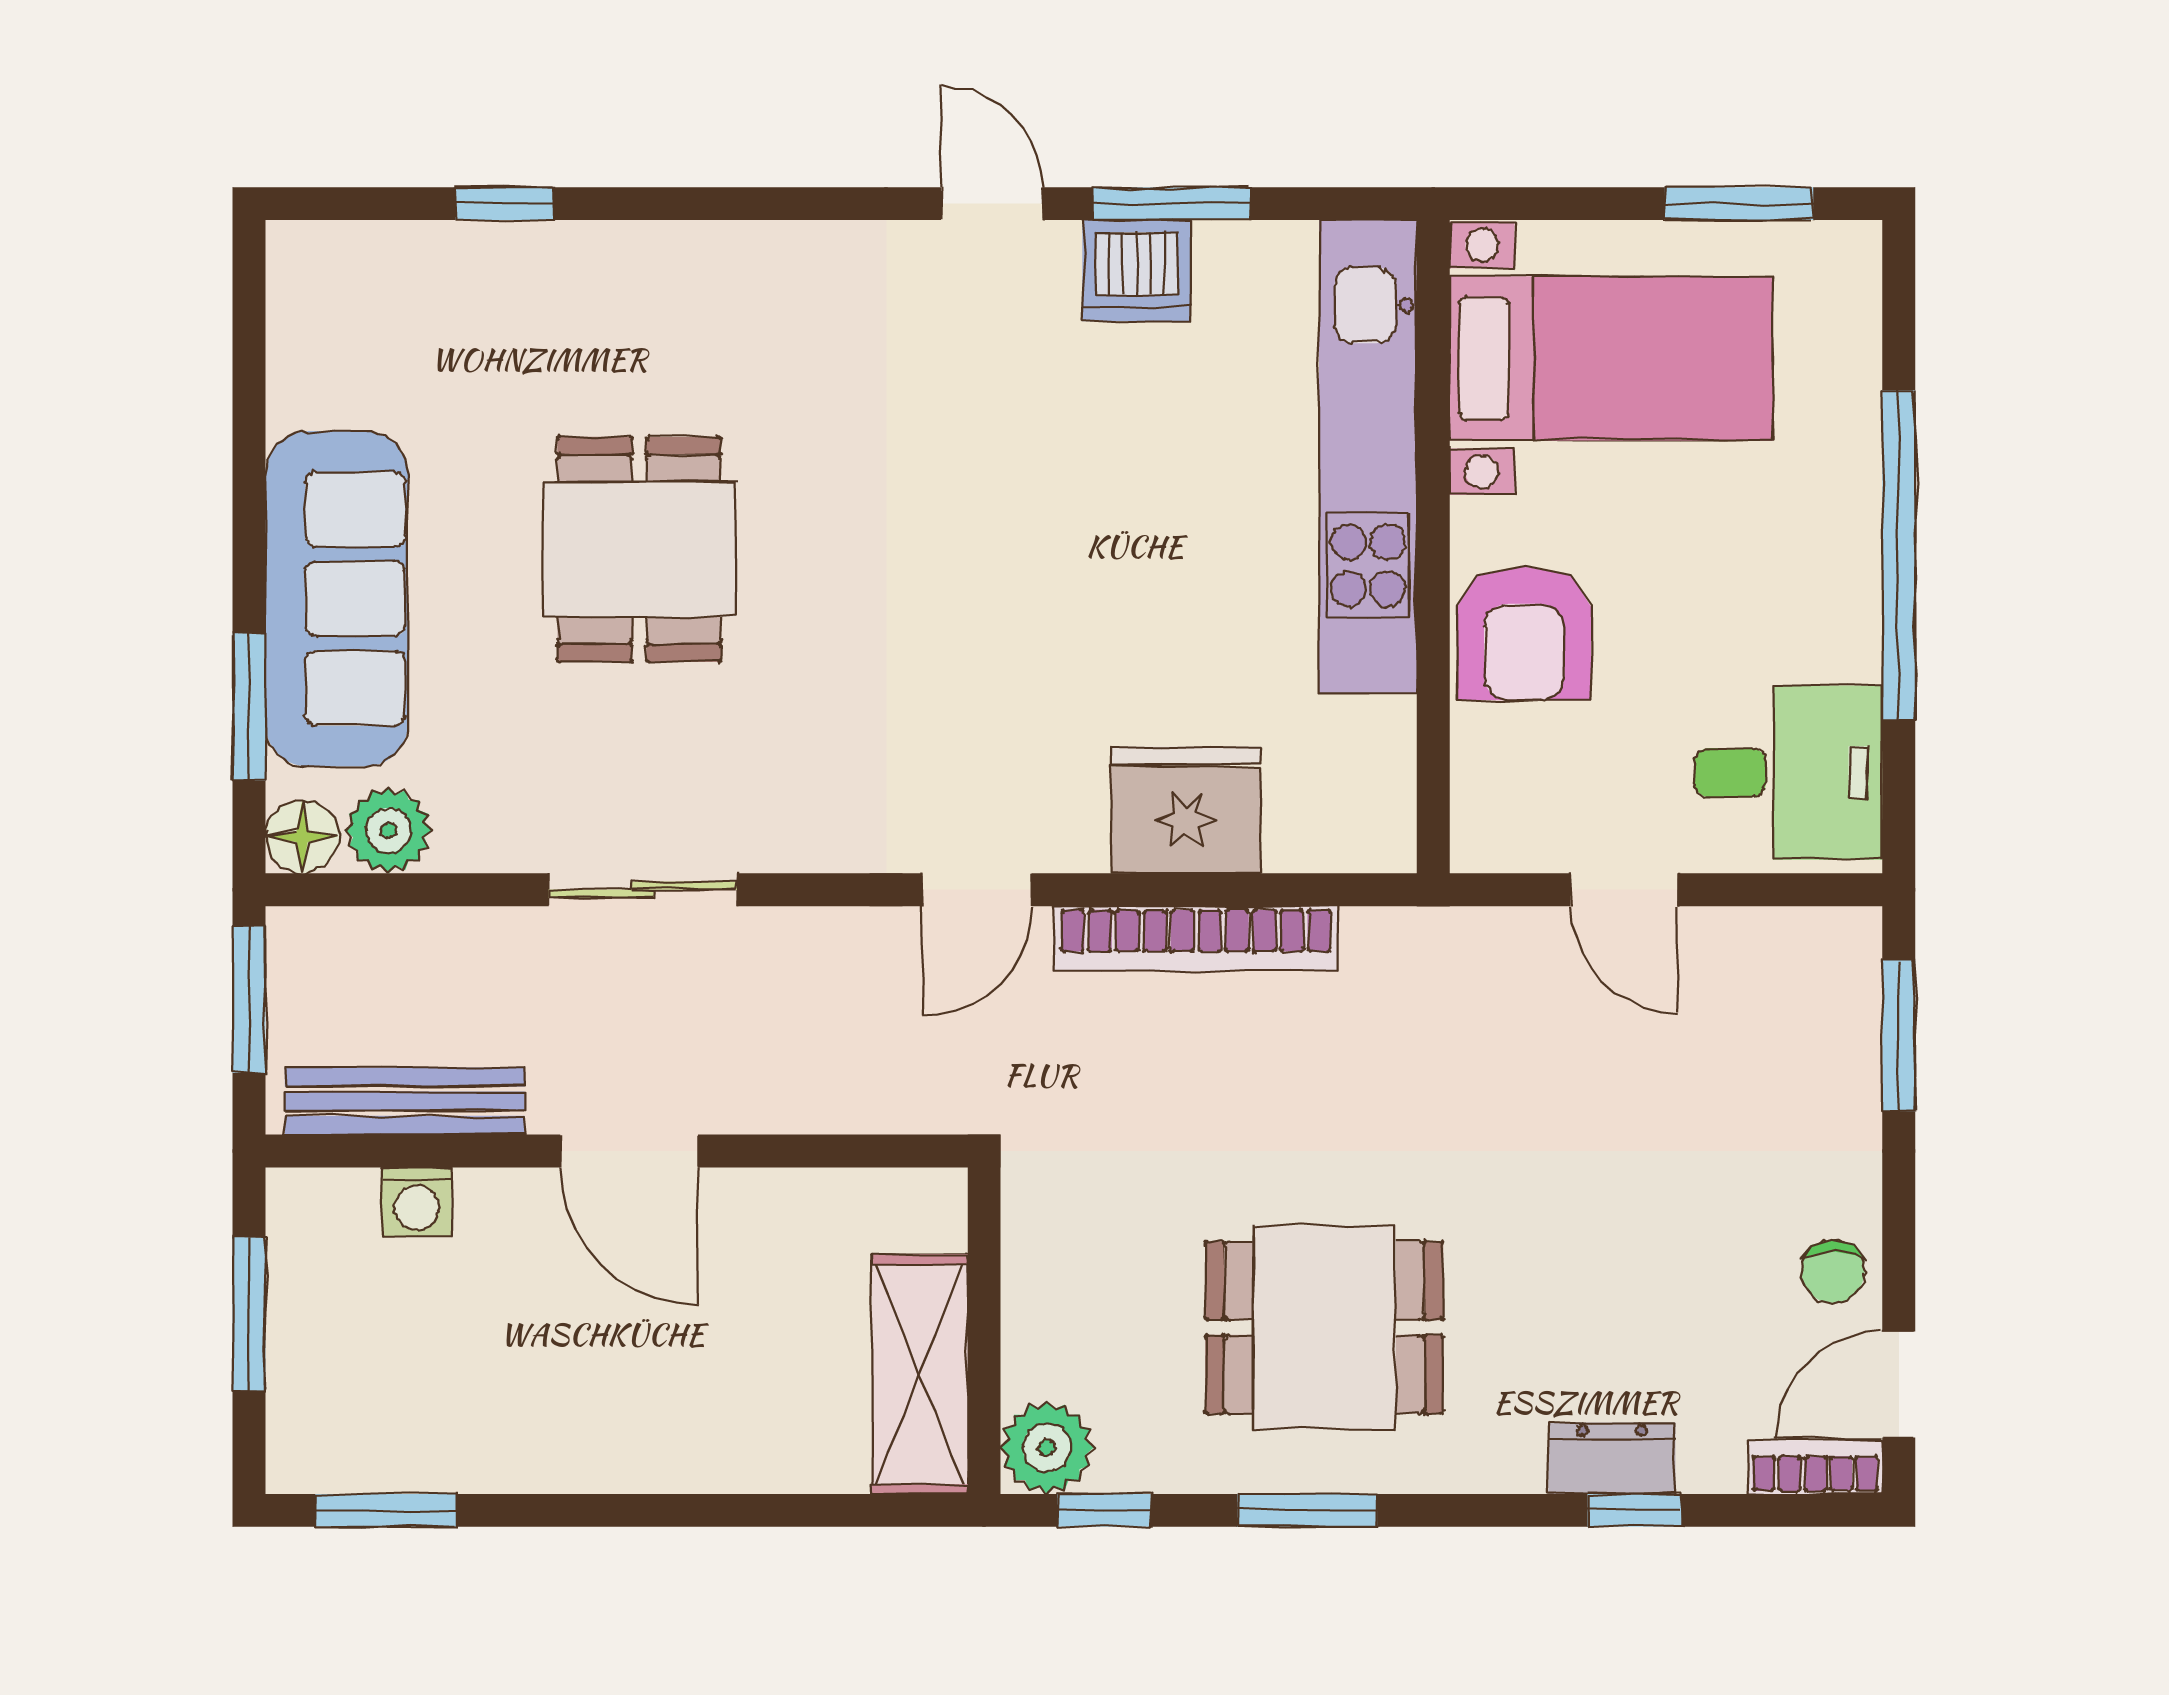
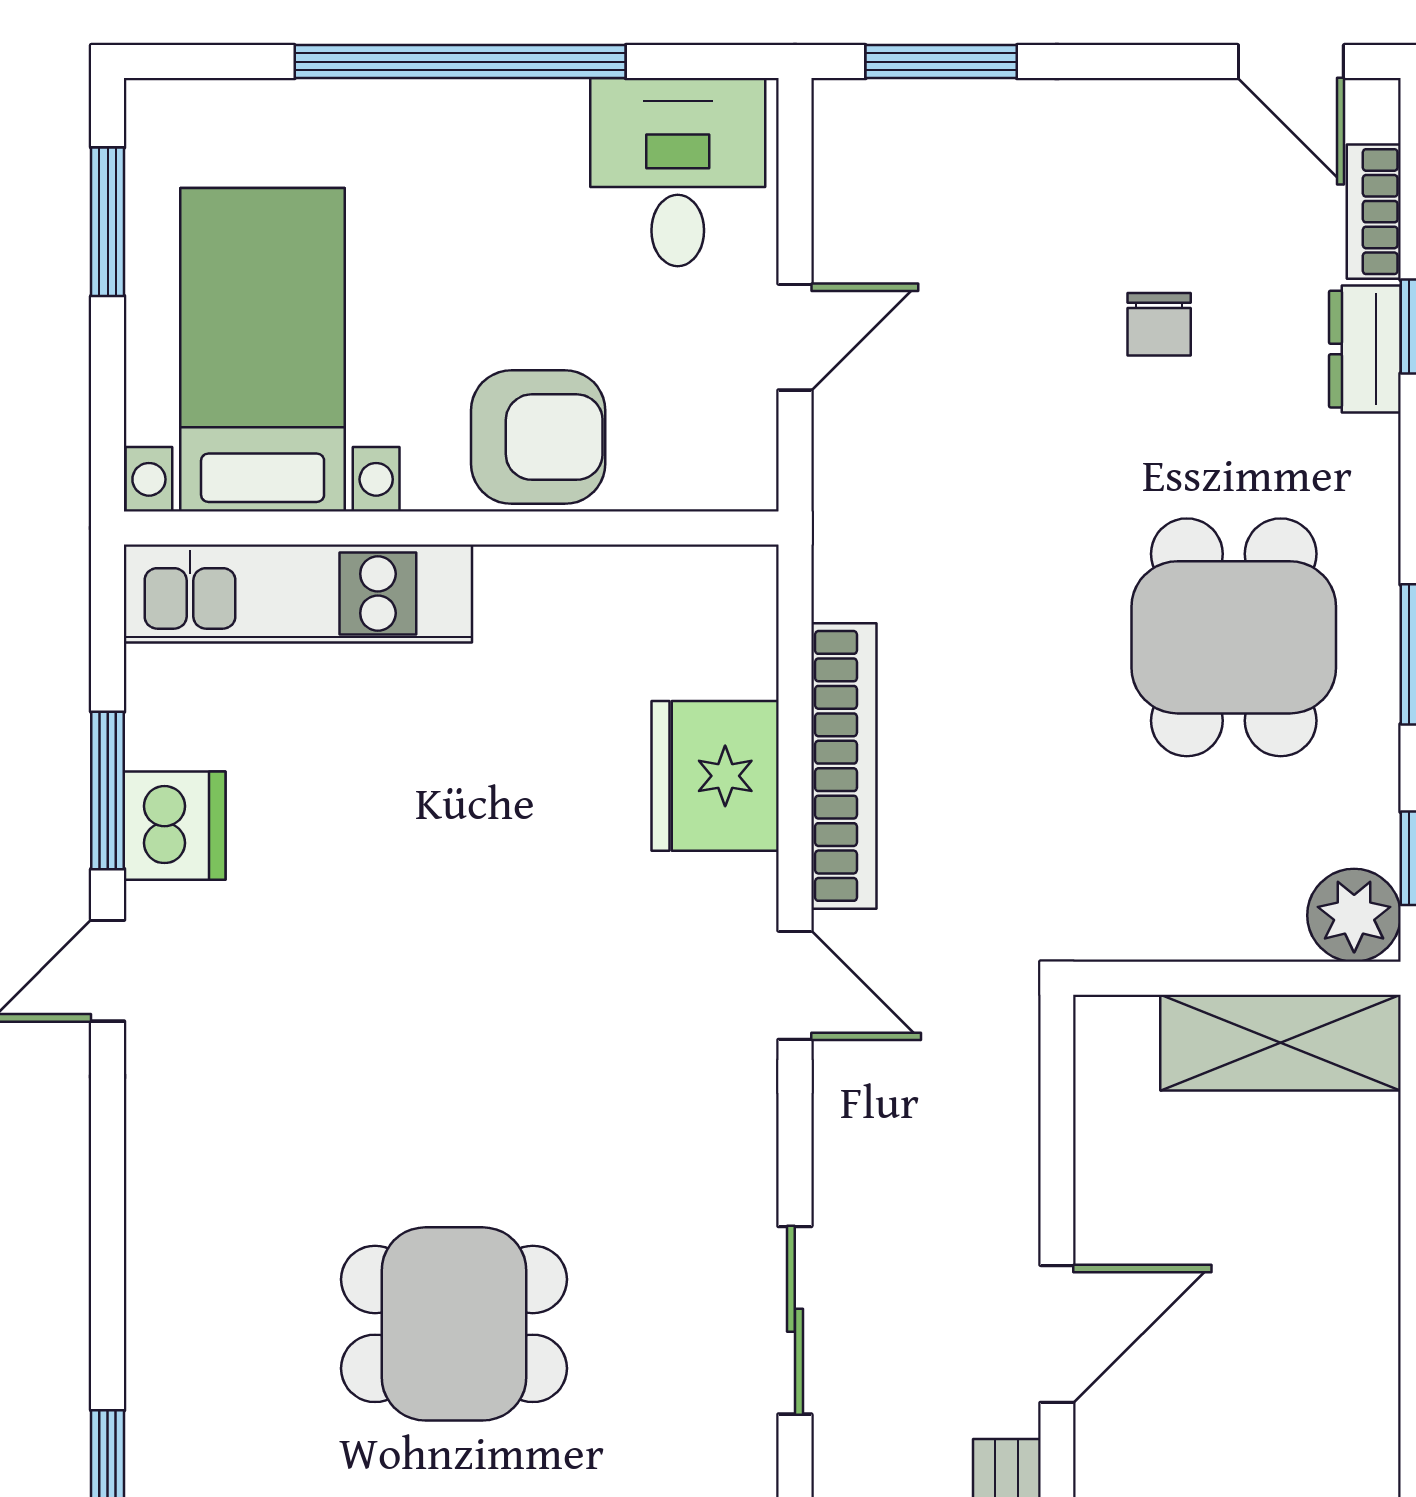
kitchen unit: (1368, 457) -> (298, 594), width x0.73
chair: (1833, 1272) -> (1159, 324), moved, turned 90
bookcase: (1815, 1467) -> (1374, 212), moved

